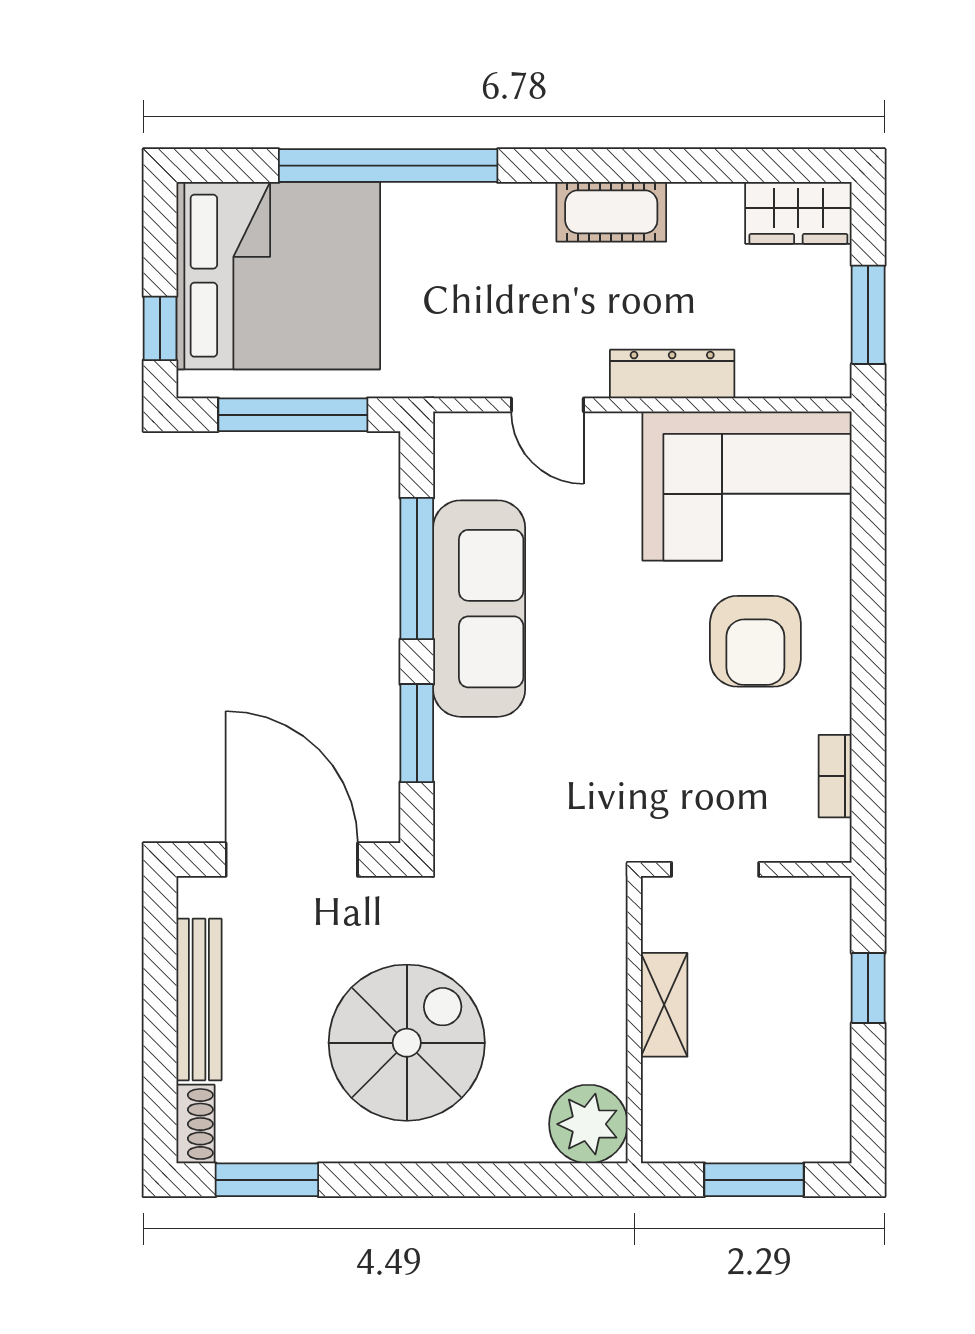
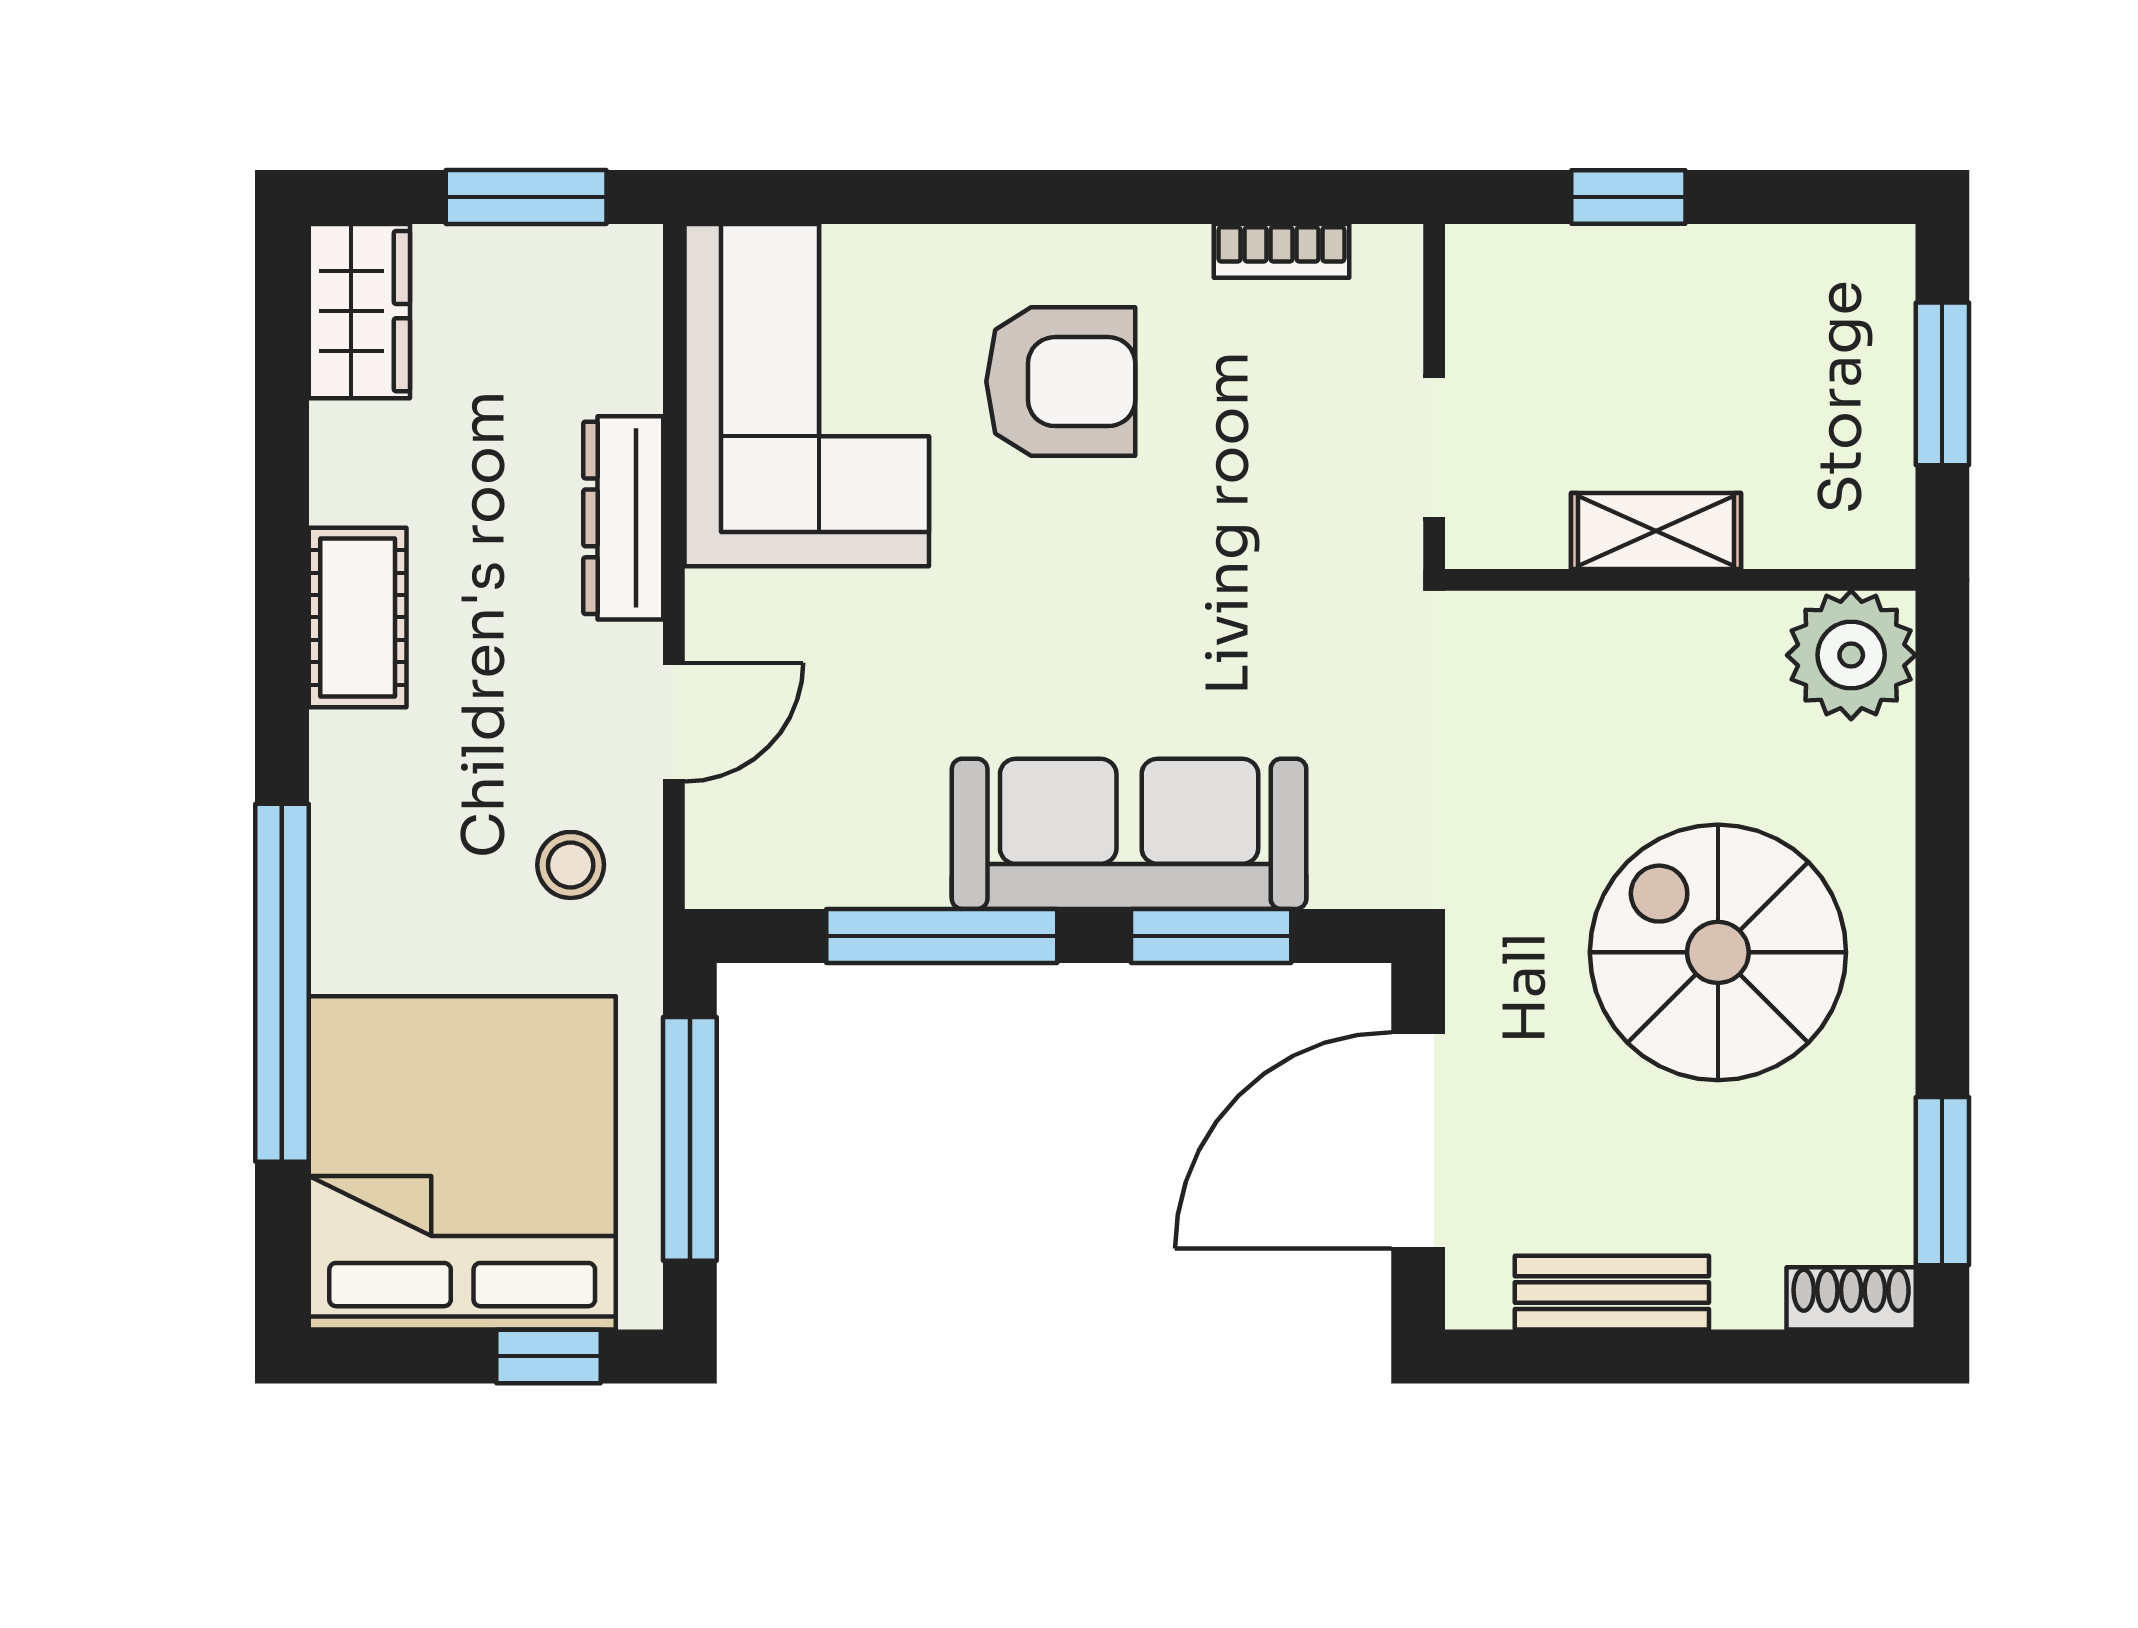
stool: (460, 342) -> (571, 865), added
sofa: (479, 609) -> (1129, 834), moved
bench: (199, 1000) -> (1612, 1293), width x0.73

